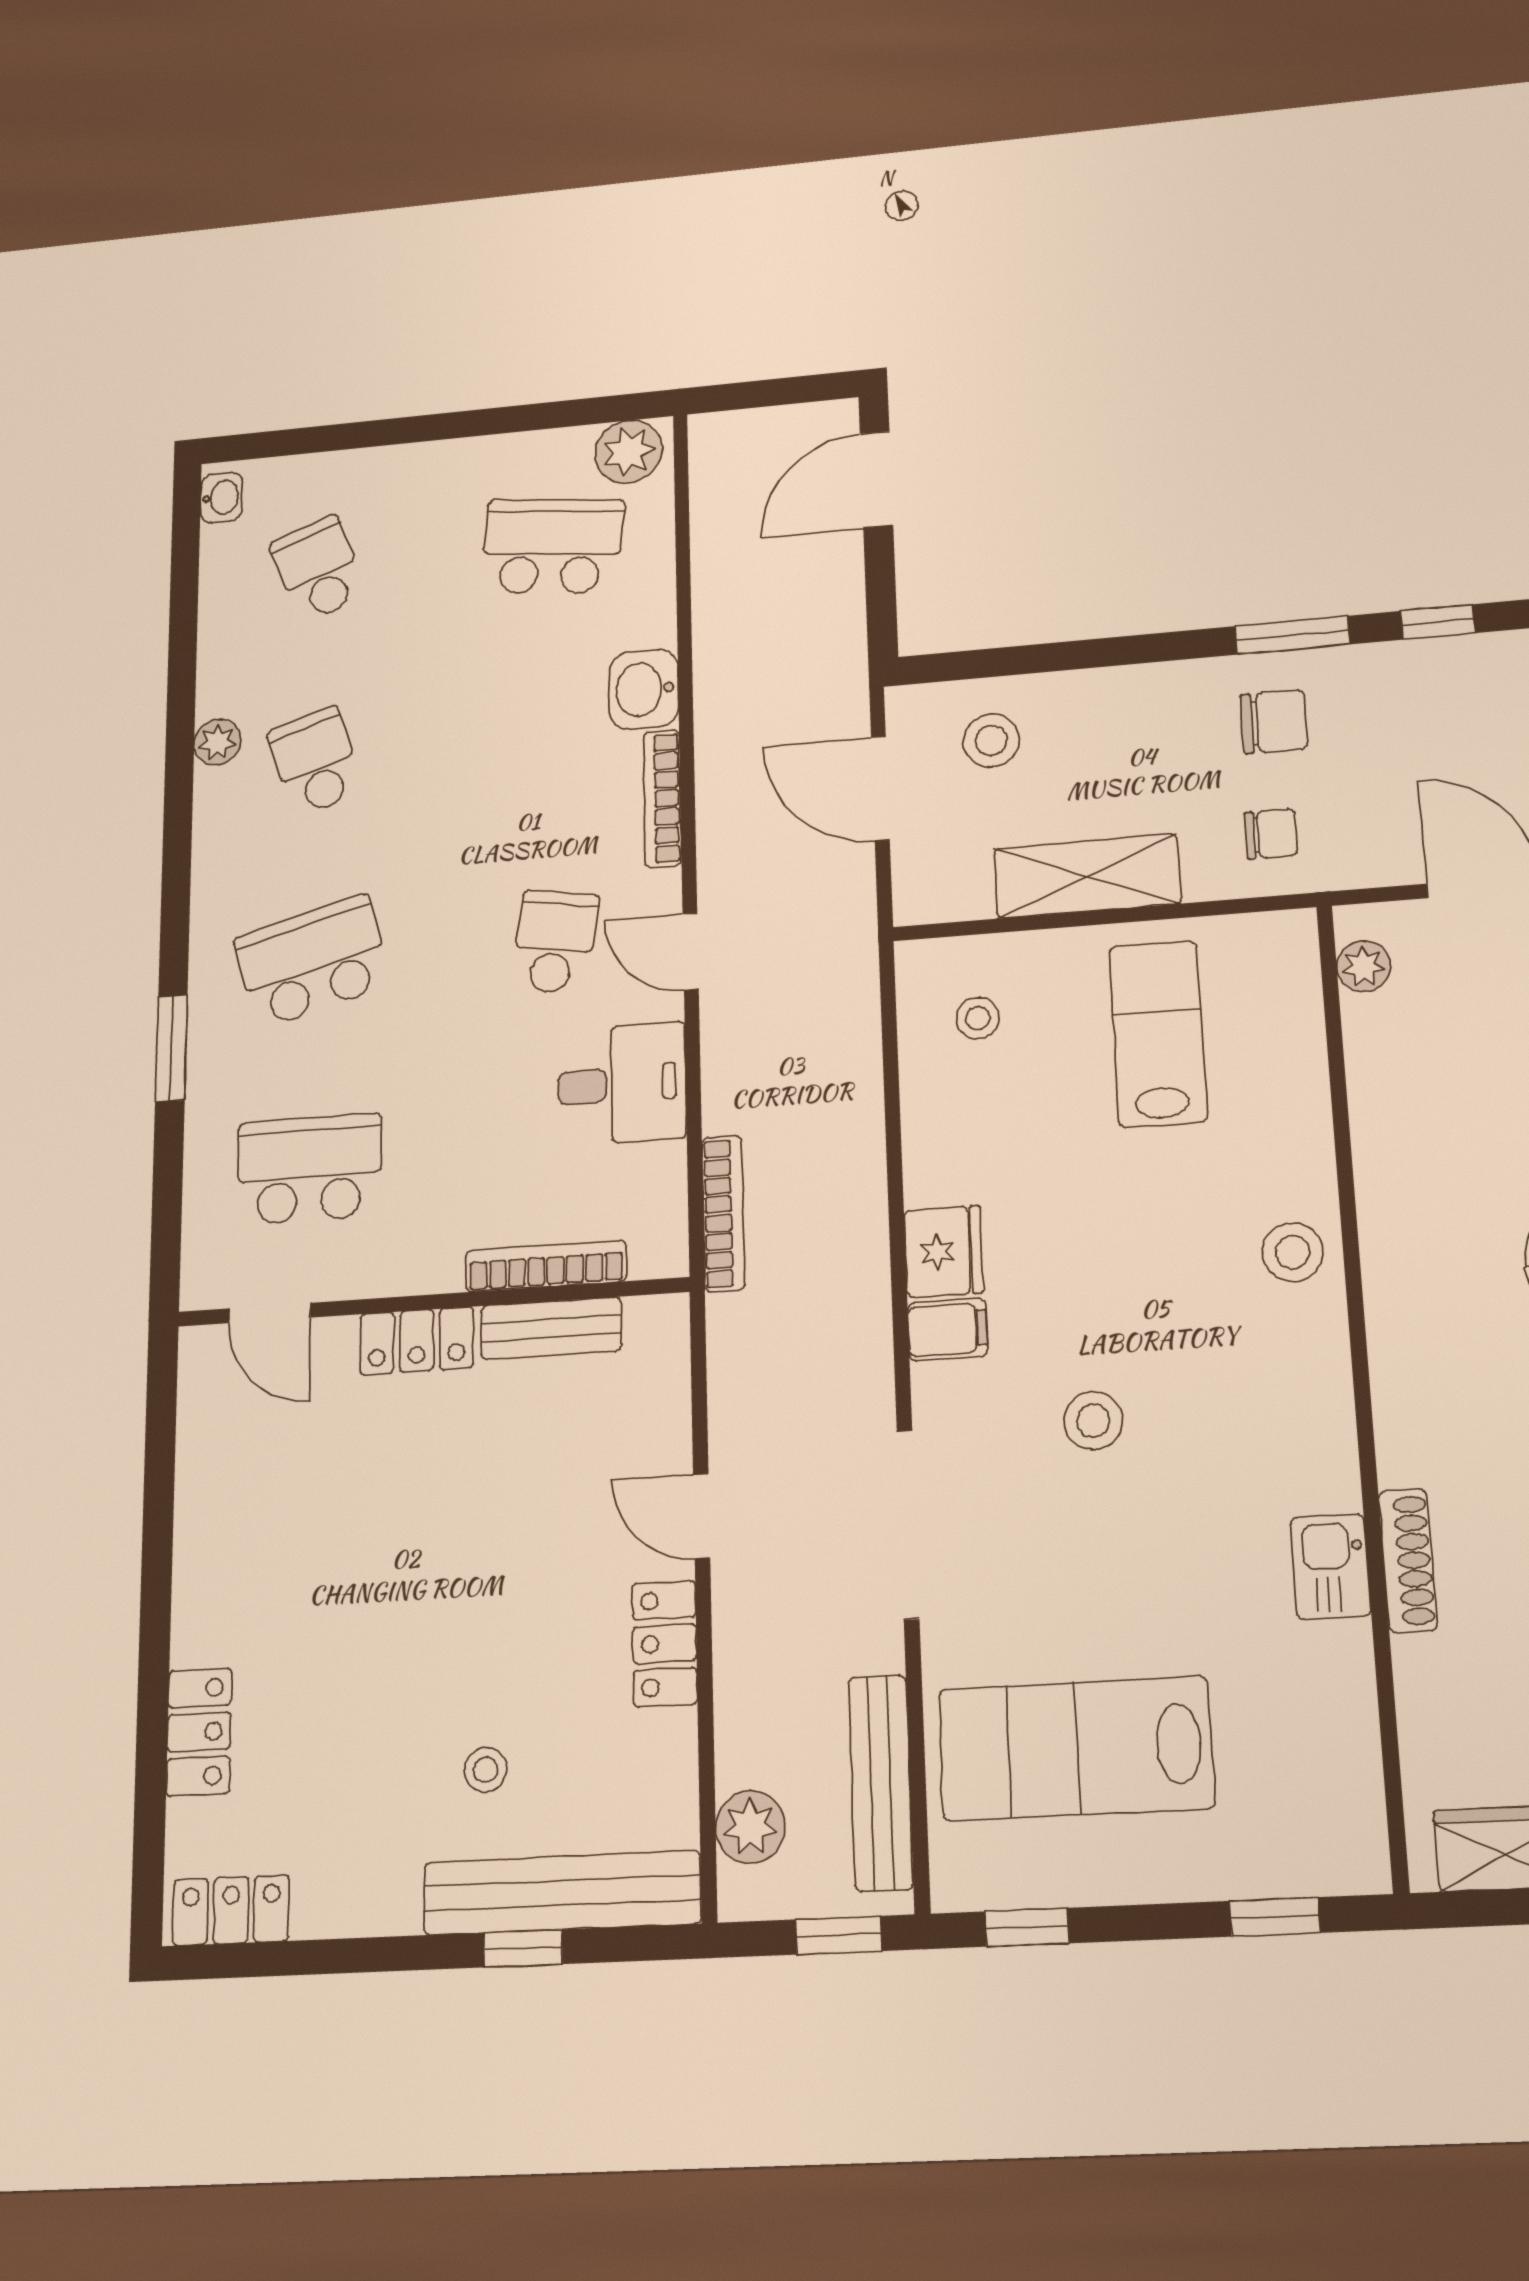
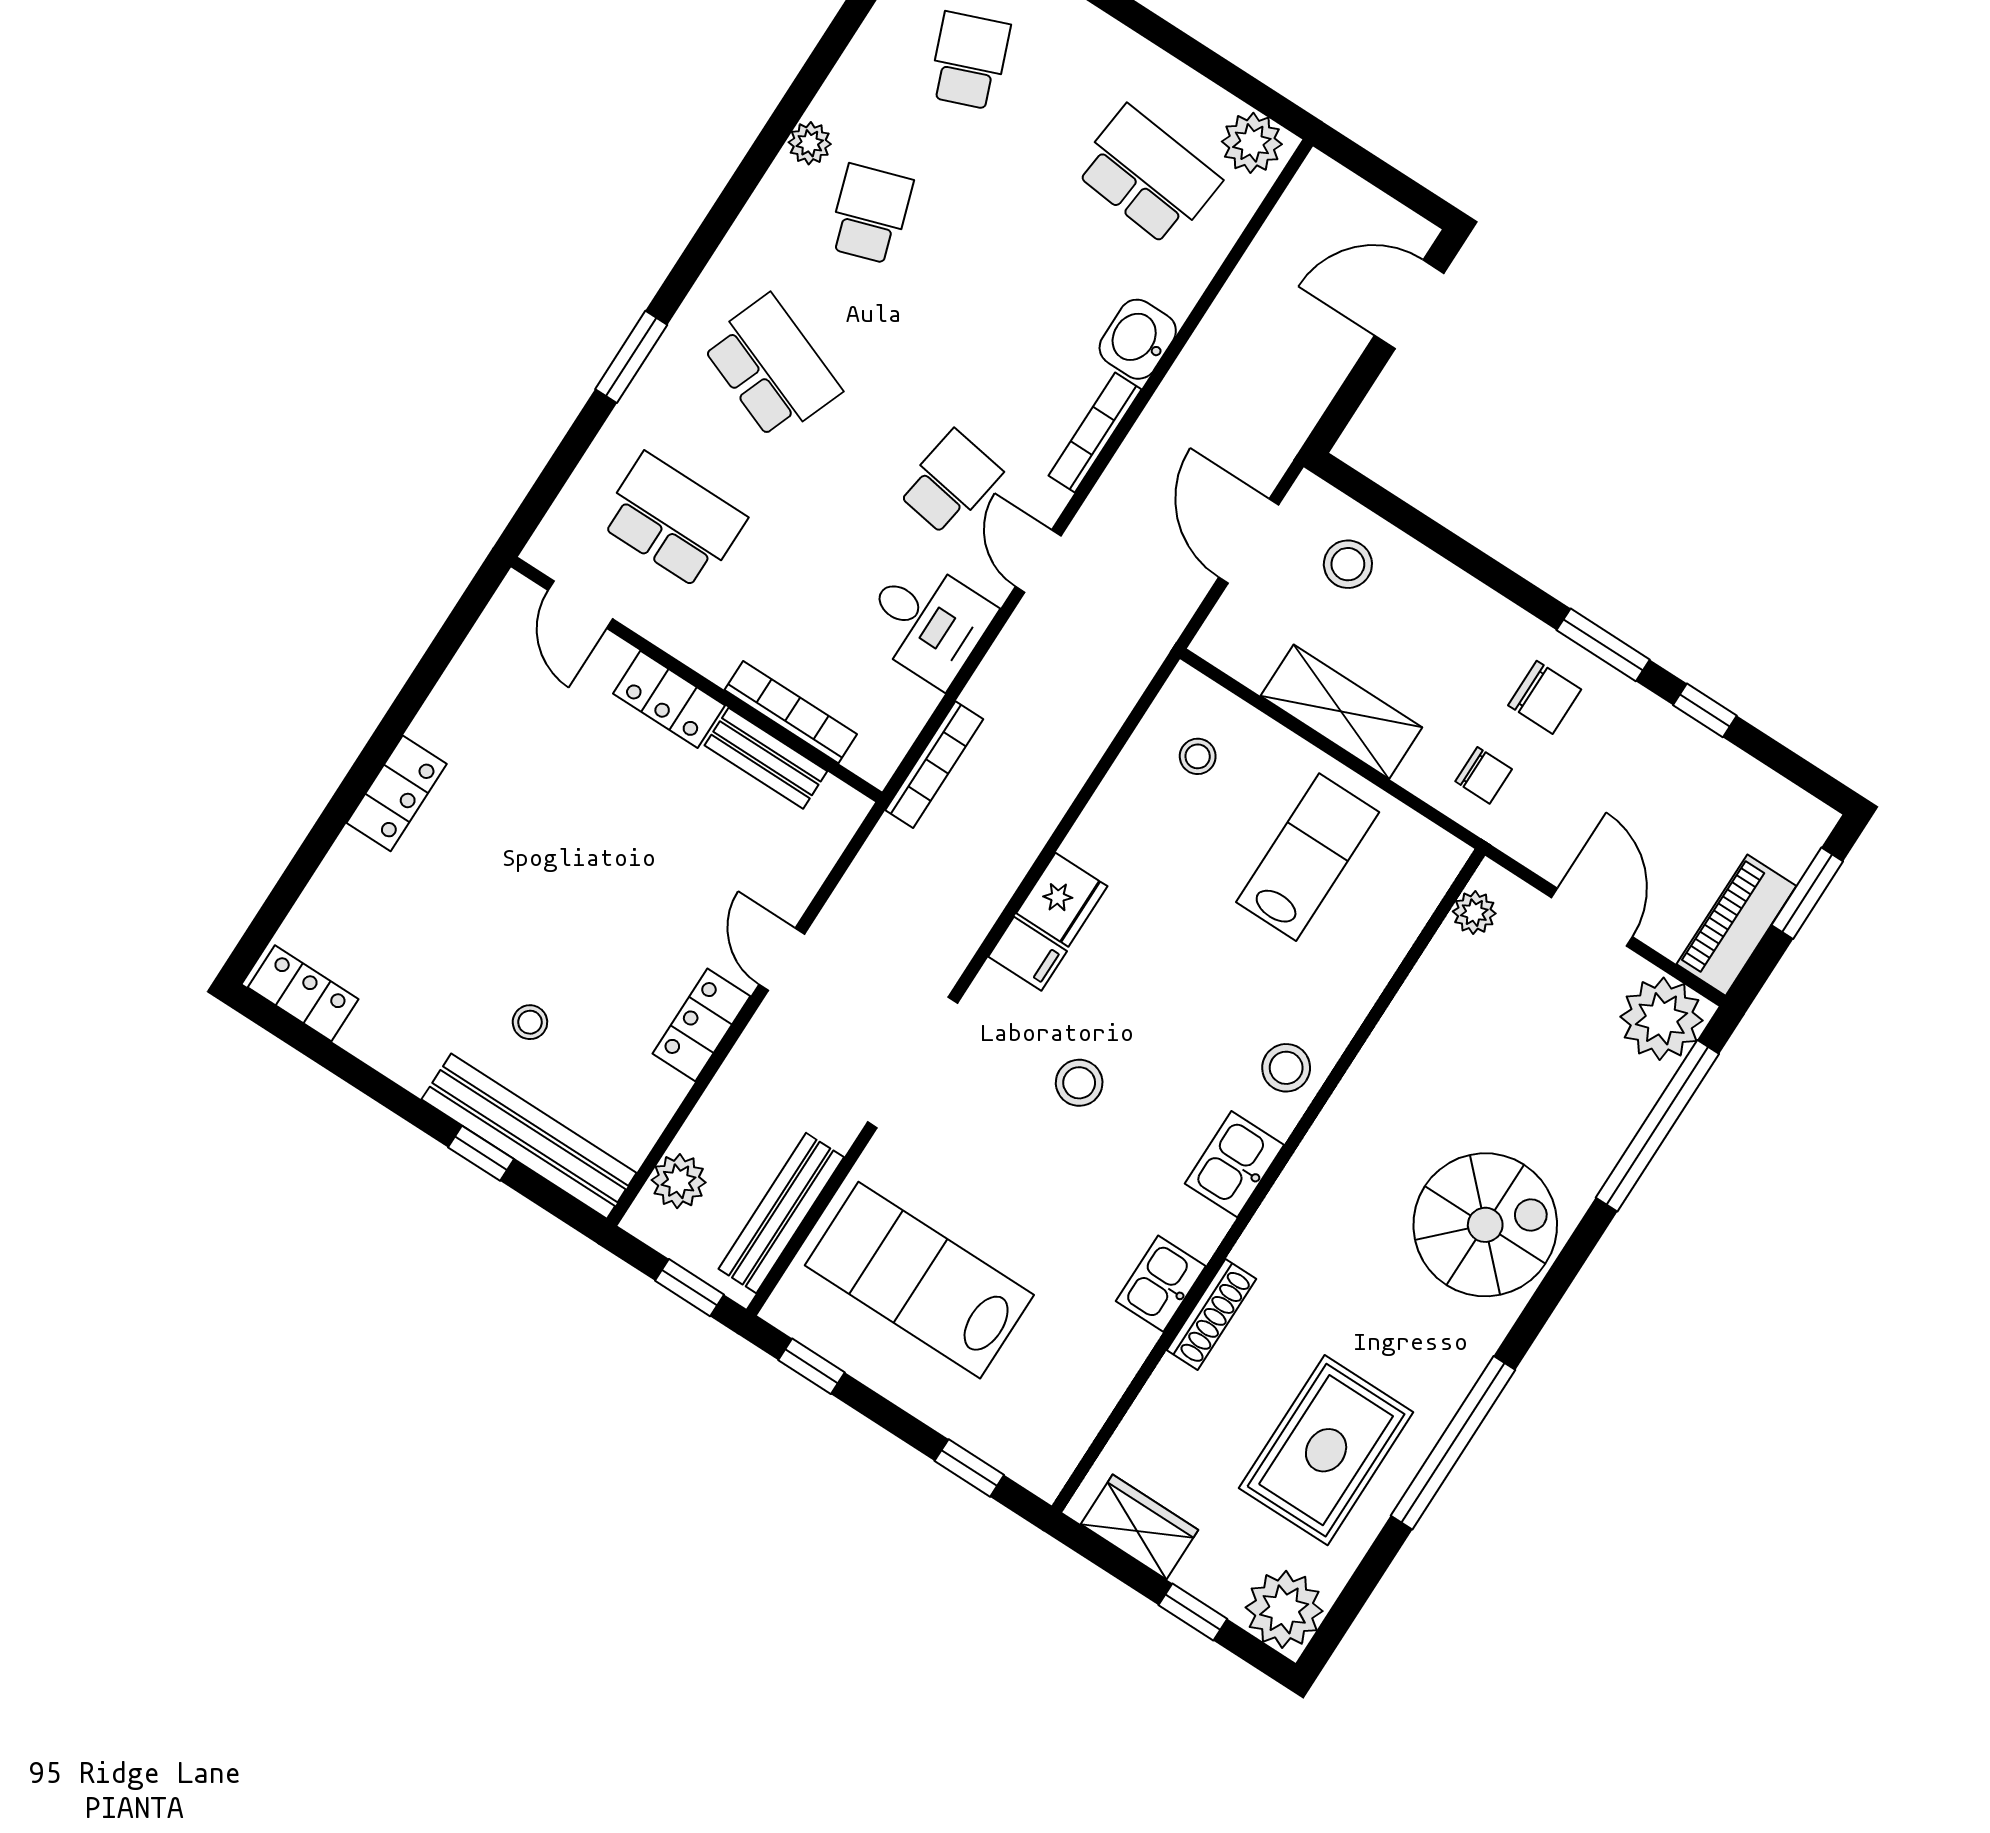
school desk: (312, 962) -> (772, 367), turned 36
kitchen sink: (1314, 1387) -> (1234, 1164), added
locker: (199, 1732) -> (397, 793), moved

